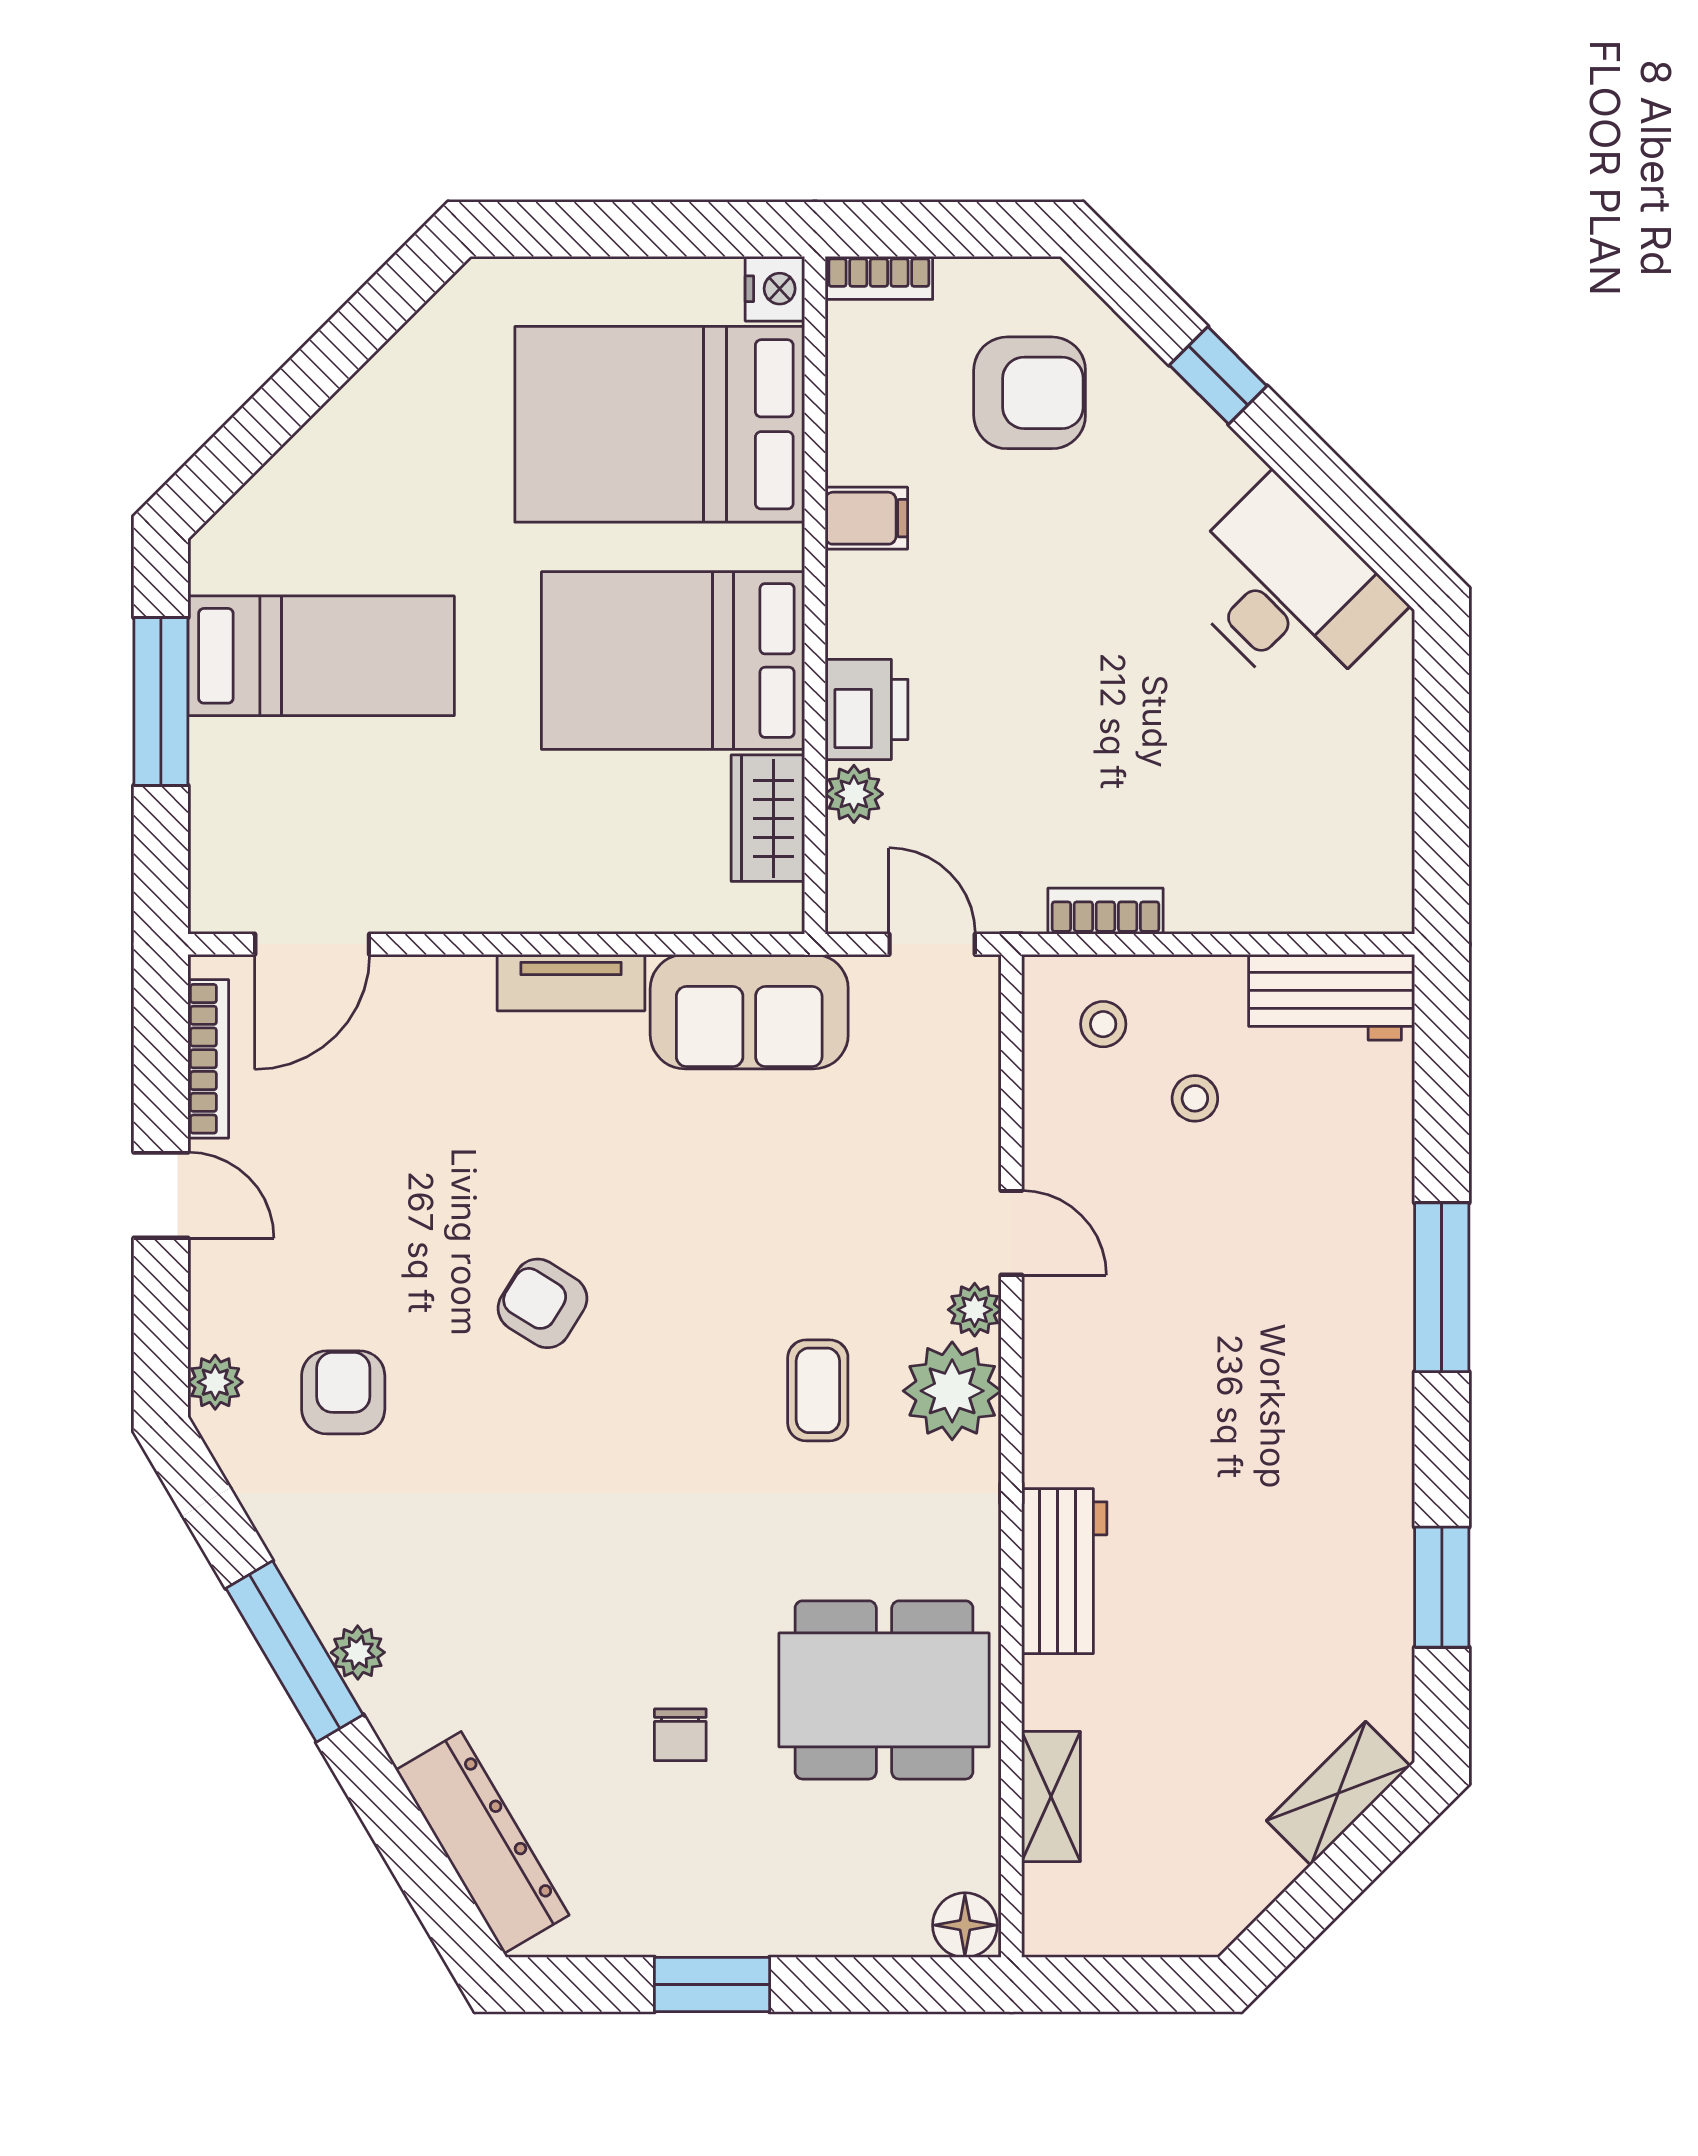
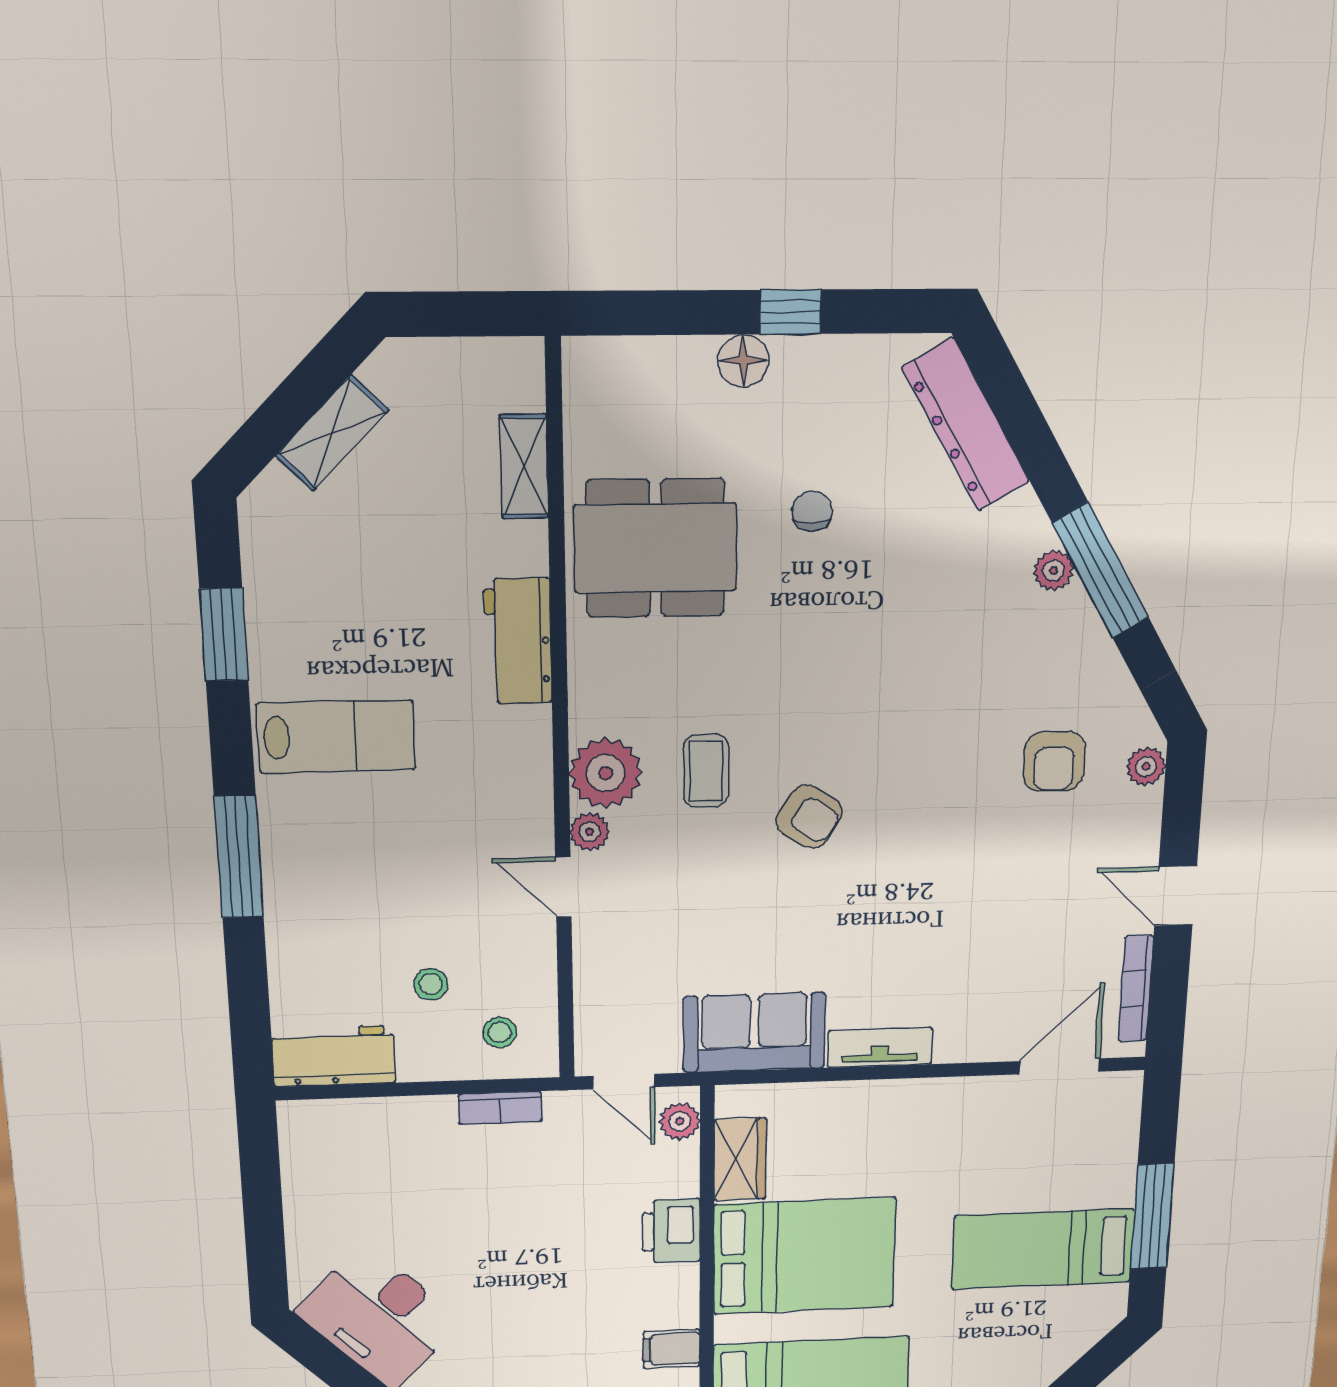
plant: (854, 794) -> (680, 1121), moved
armchair: (542, 1303) -> (809, 817), moved
lab bench: (1305, 1449) -> (336, 737), added
shelving: (1338, 1793) -> (332, 433), moved
floor lamp: (965, 1925) -> (743, 361), moved
window: (712, 1985) -> (791, 312), width x0.67

